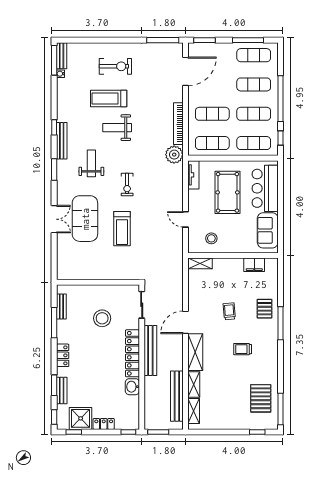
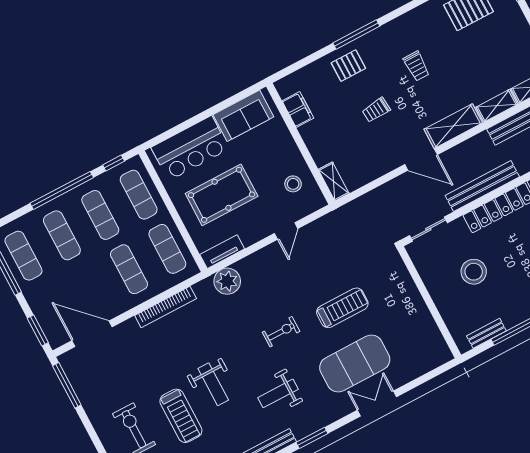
plant: (174, 155) -> (227, 281), moved

